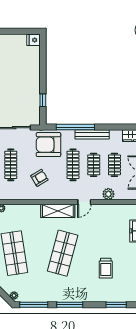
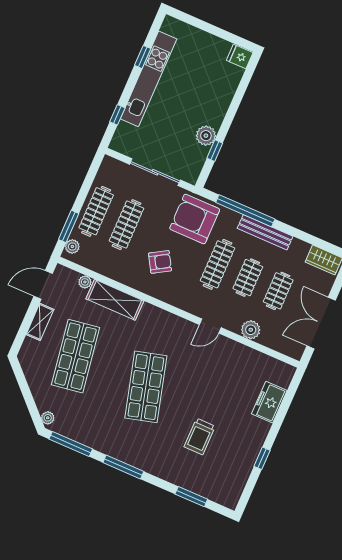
plant: (34, 94) -> (206, 136), added
shelving: (58, 211) -> (115, 300), moved
shop shelf: (63, 253) -> (146, 387), turned -30

